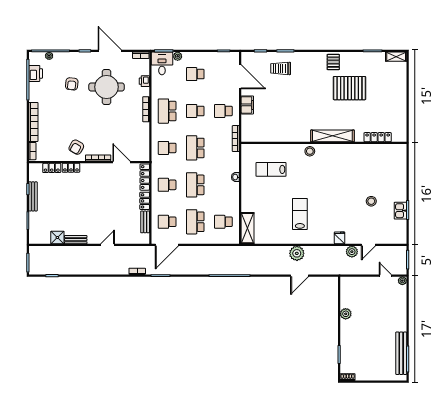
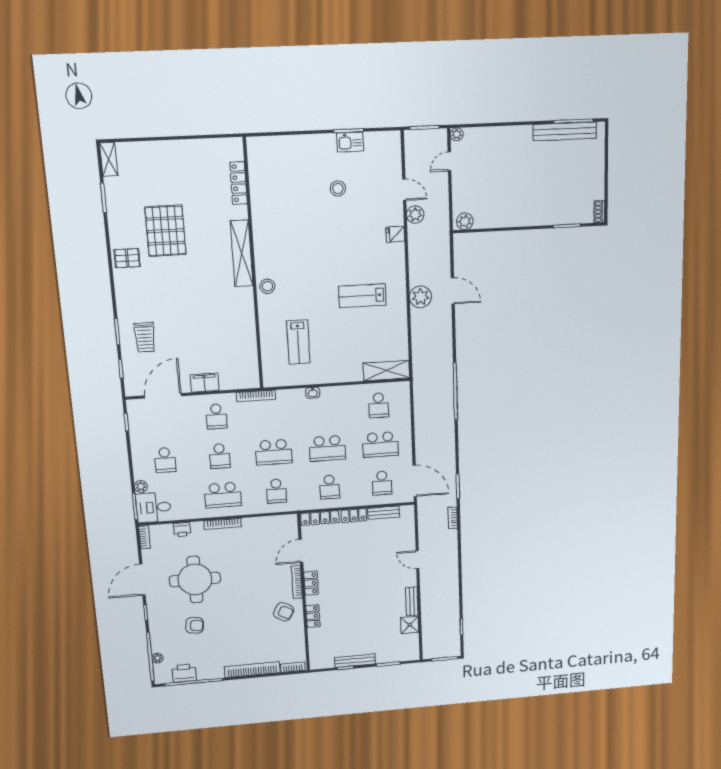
locker: (52, 168) -> (311, 583), moved
plant: (346, 314) -> (465, 221), moved

